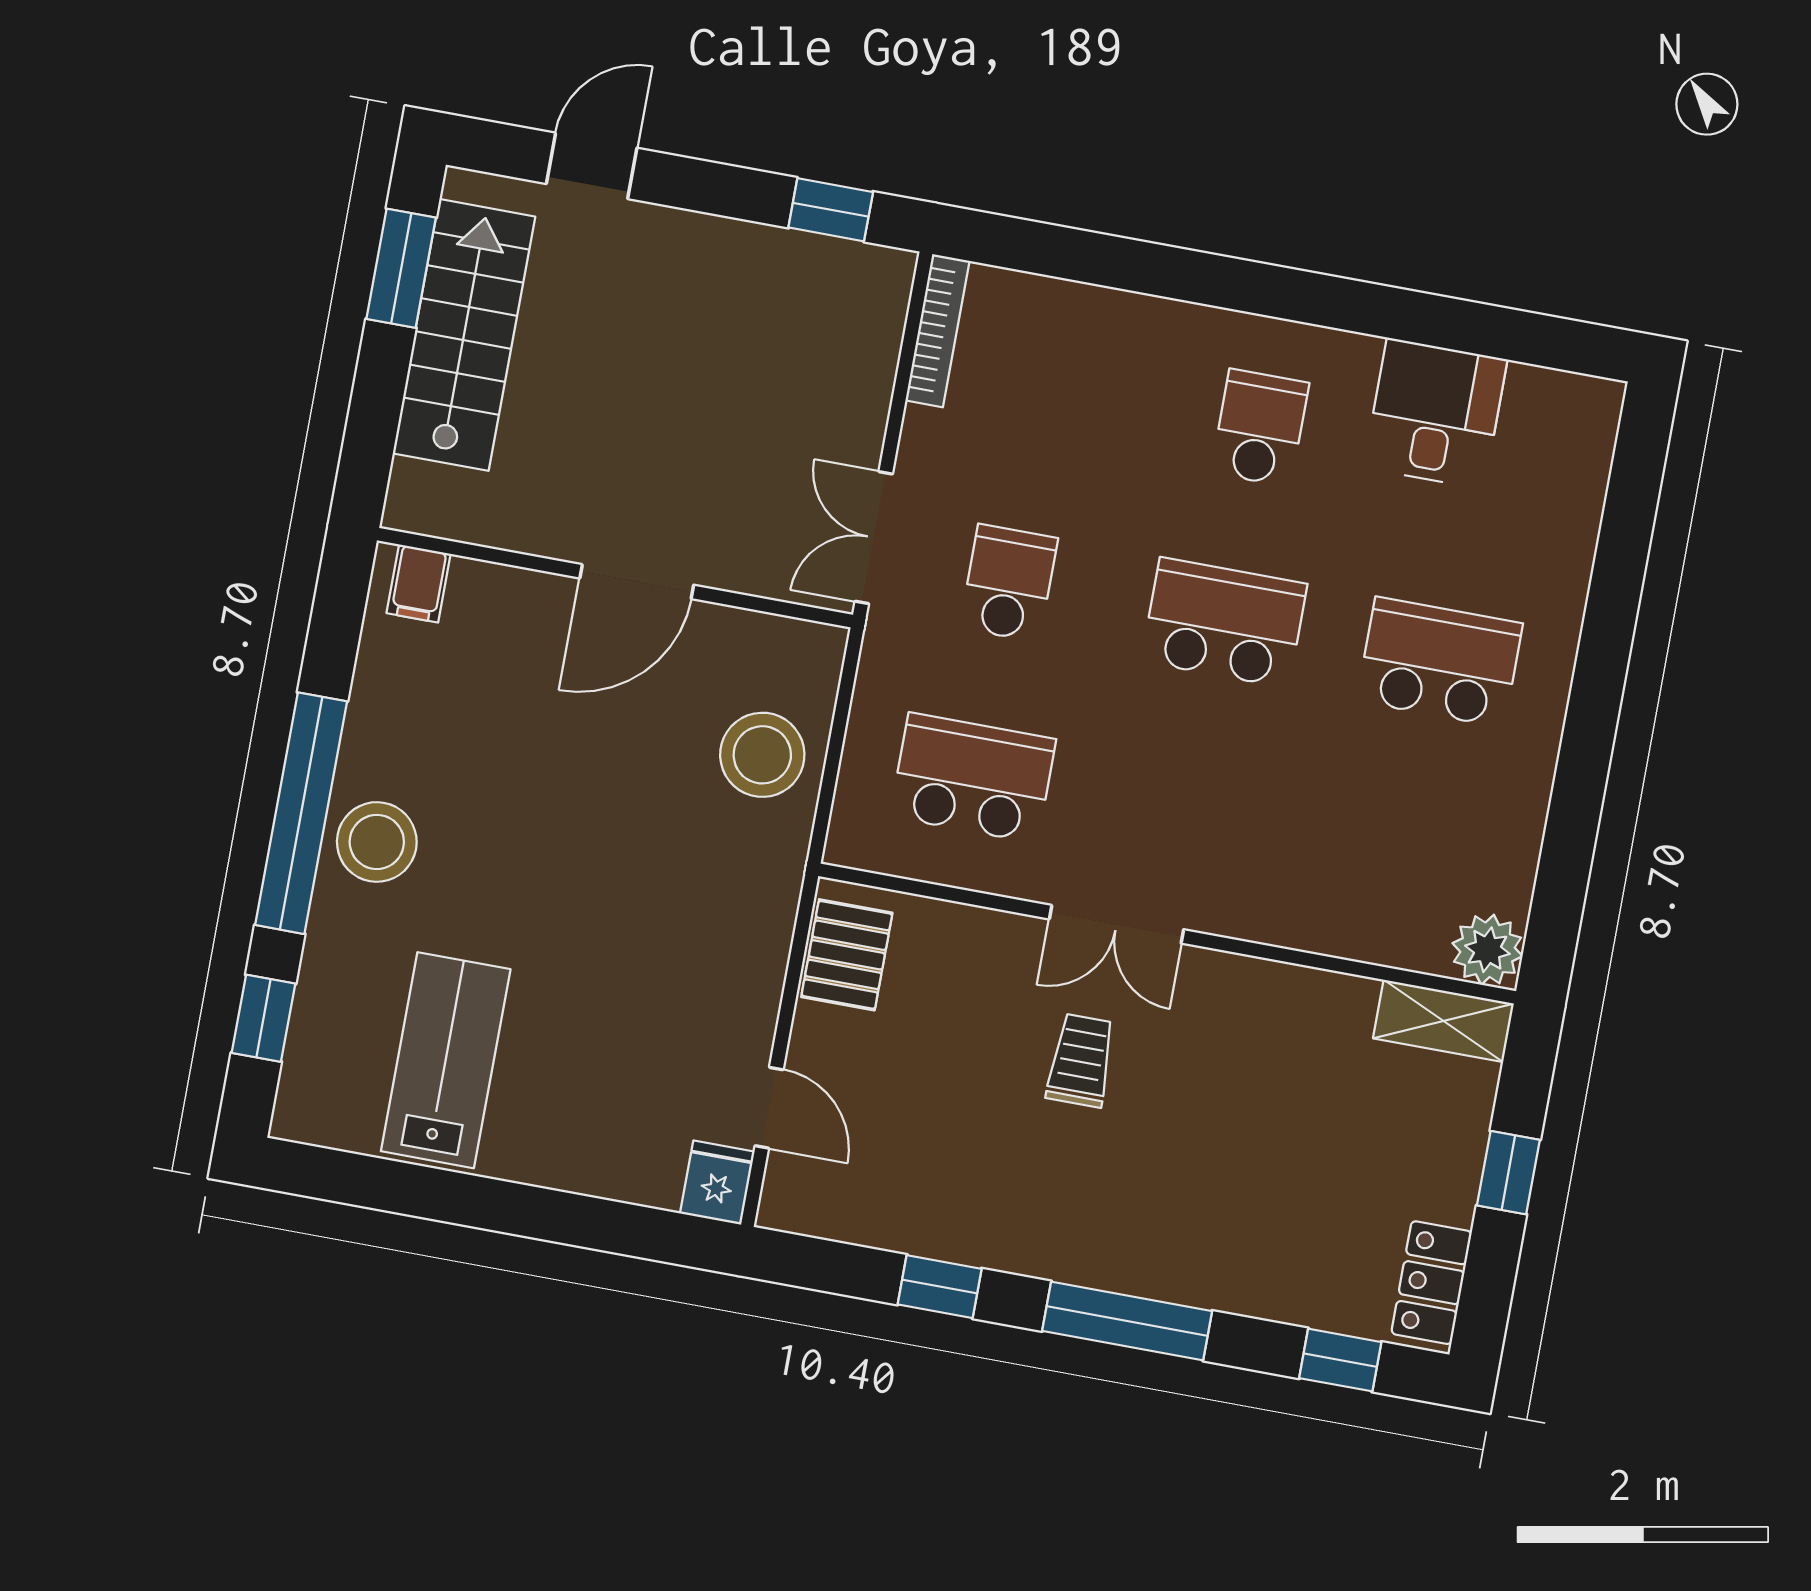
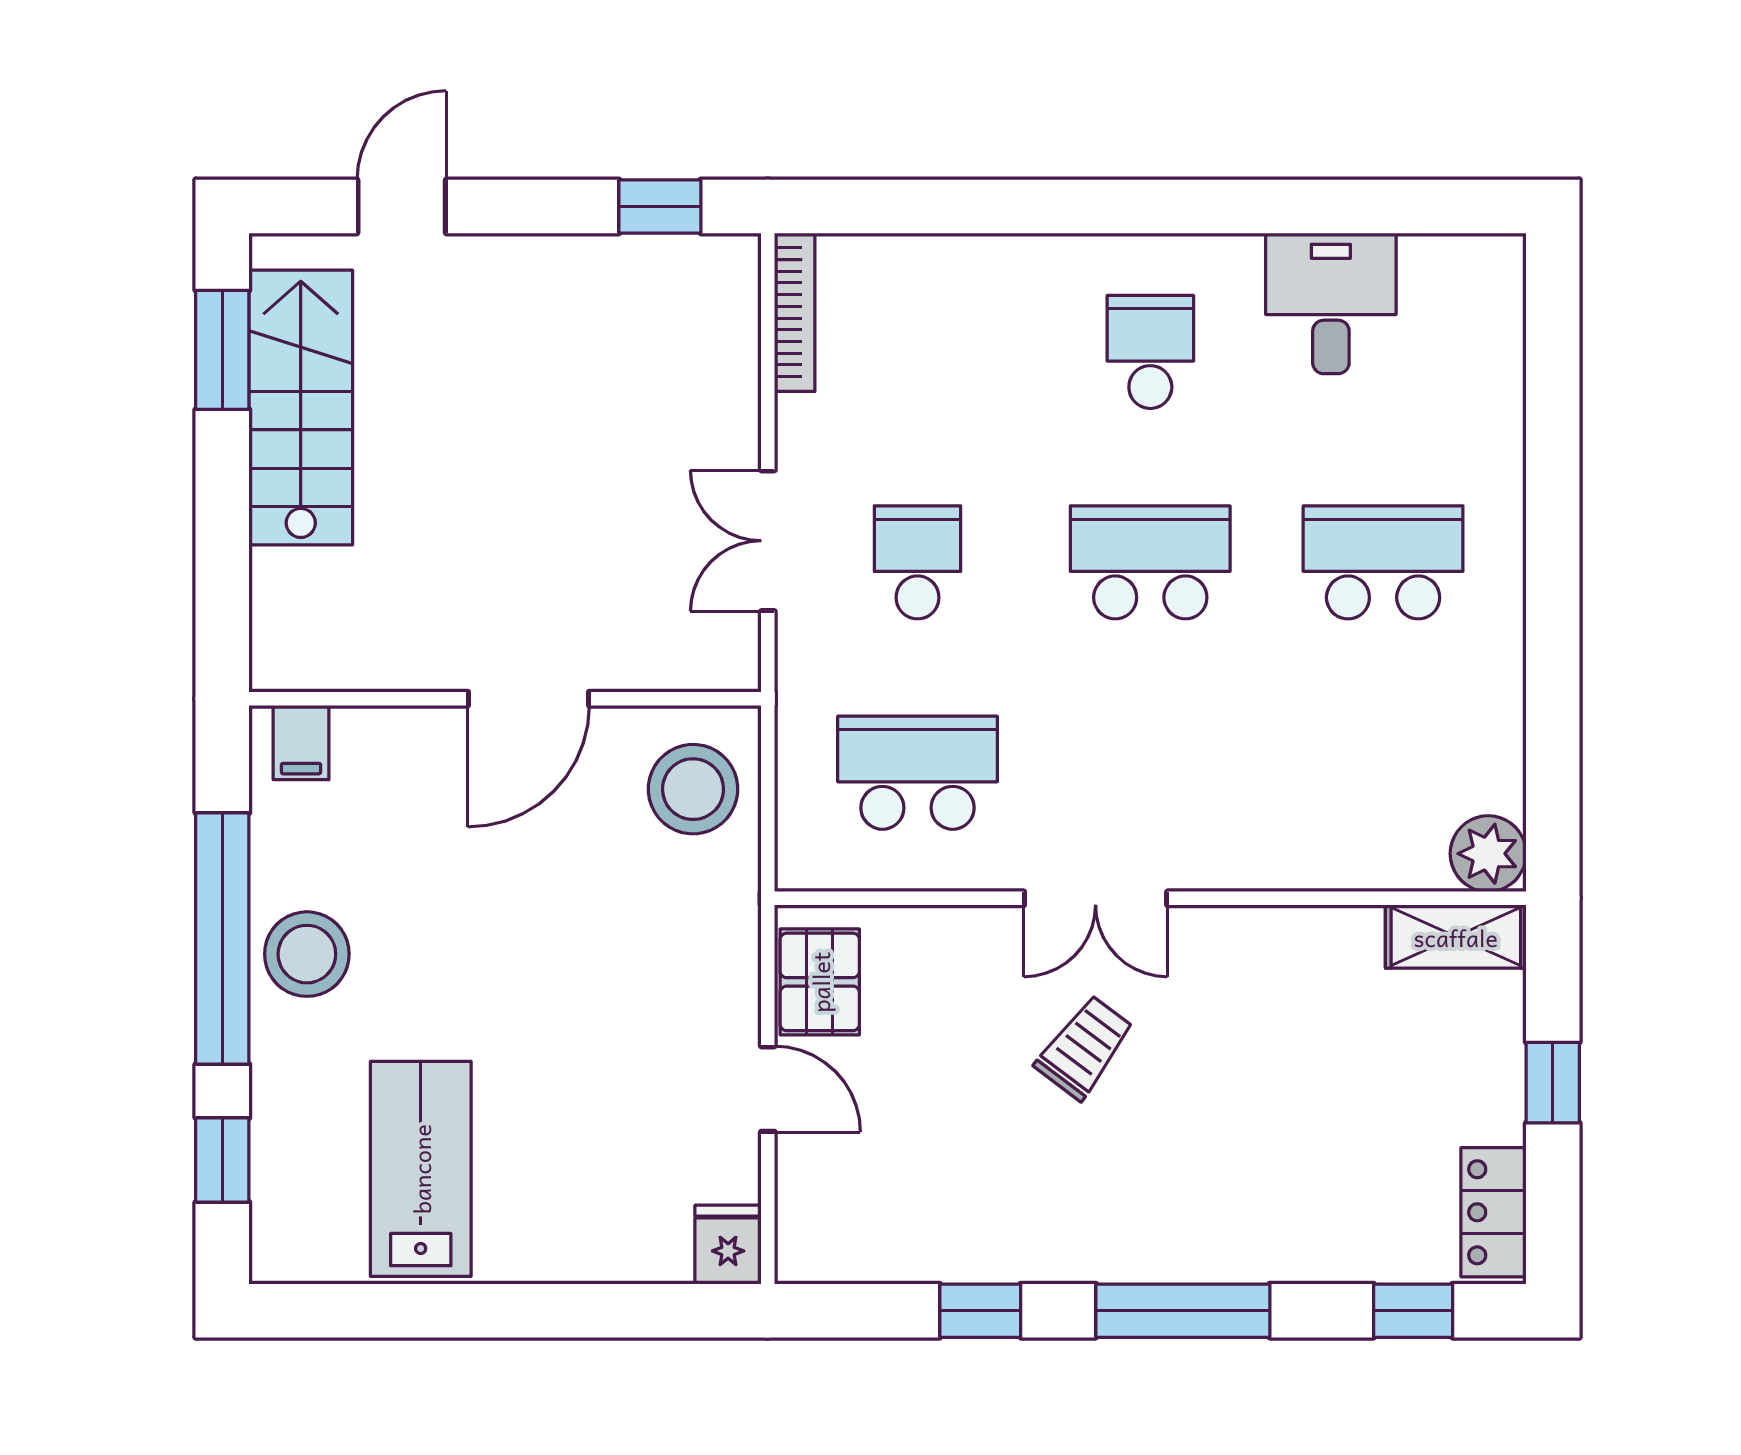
wall: (615, 578) -> (505, 699), moved
door: (637, 582) -> (529, 699), moved
filing cabinet: (419, 584) -> (301, 743), moved
trolley: (1081, 1060) -> (1085, 1047), turned 37
door: (769, 1108) -> (768, 1089), moved

